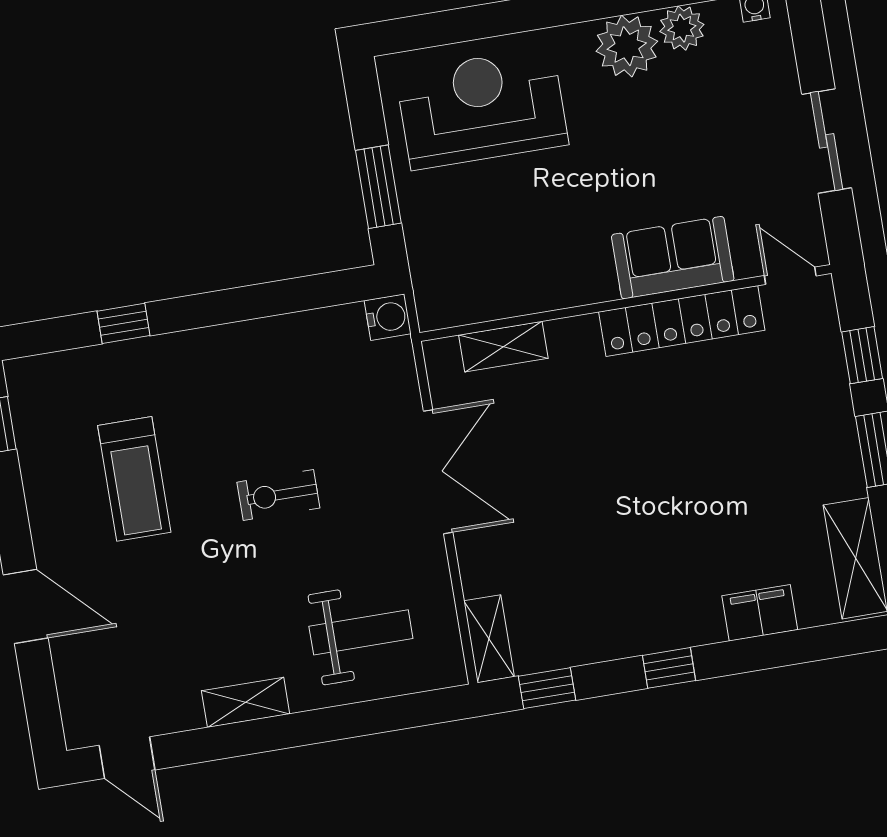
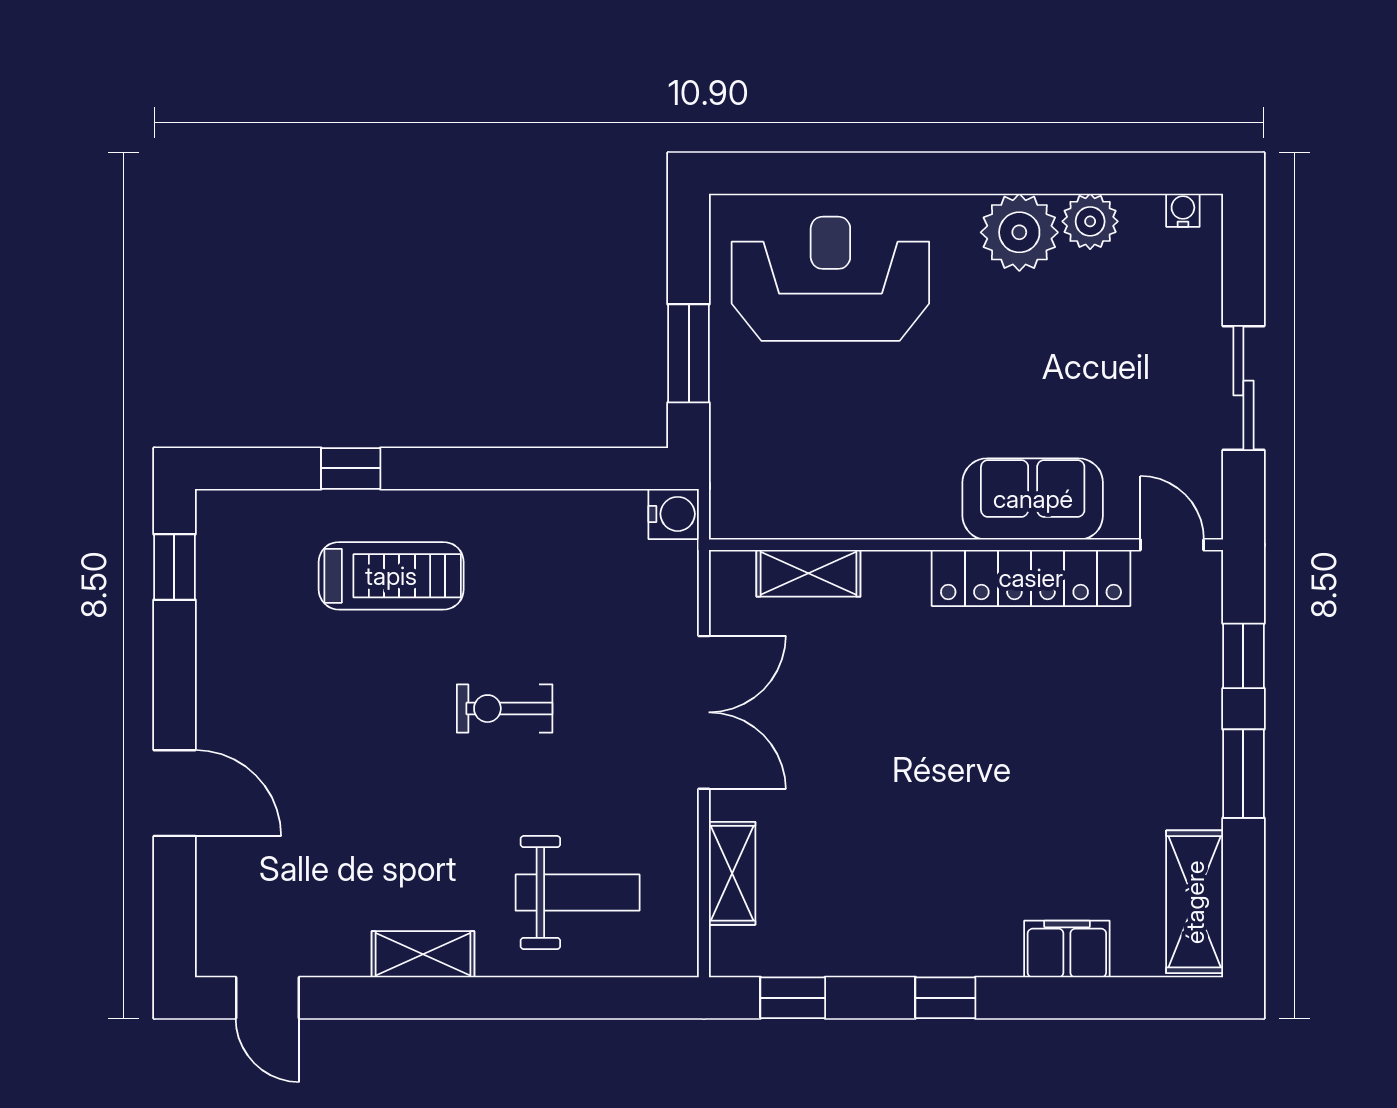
treadmill: (134, 479) -> (391, 576), moved, turned -90
shelving: (489, 639) -> (732, 873), moved

